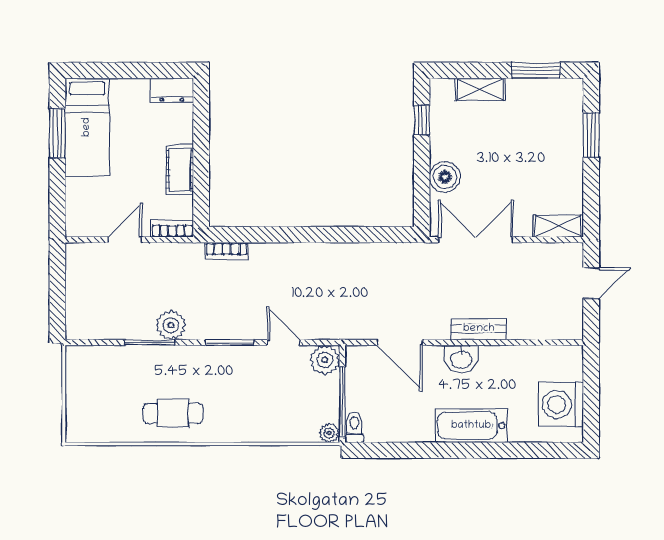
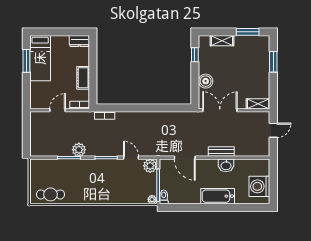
washbasin: (461, 359) -> (226, 165), moved
cafe table: (173, 413) -> (50, 194), moved

